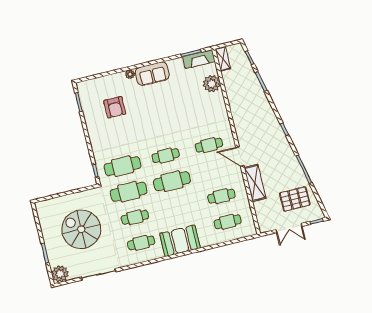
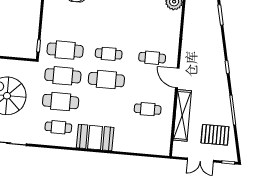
shelving: (255, 183) -> (182, 115), width x1.47
cafe table: (135, 217) -> (61, 102), width x1.37, depth x1.35
cafe table: (228, 222) -> (145, 135), removed

